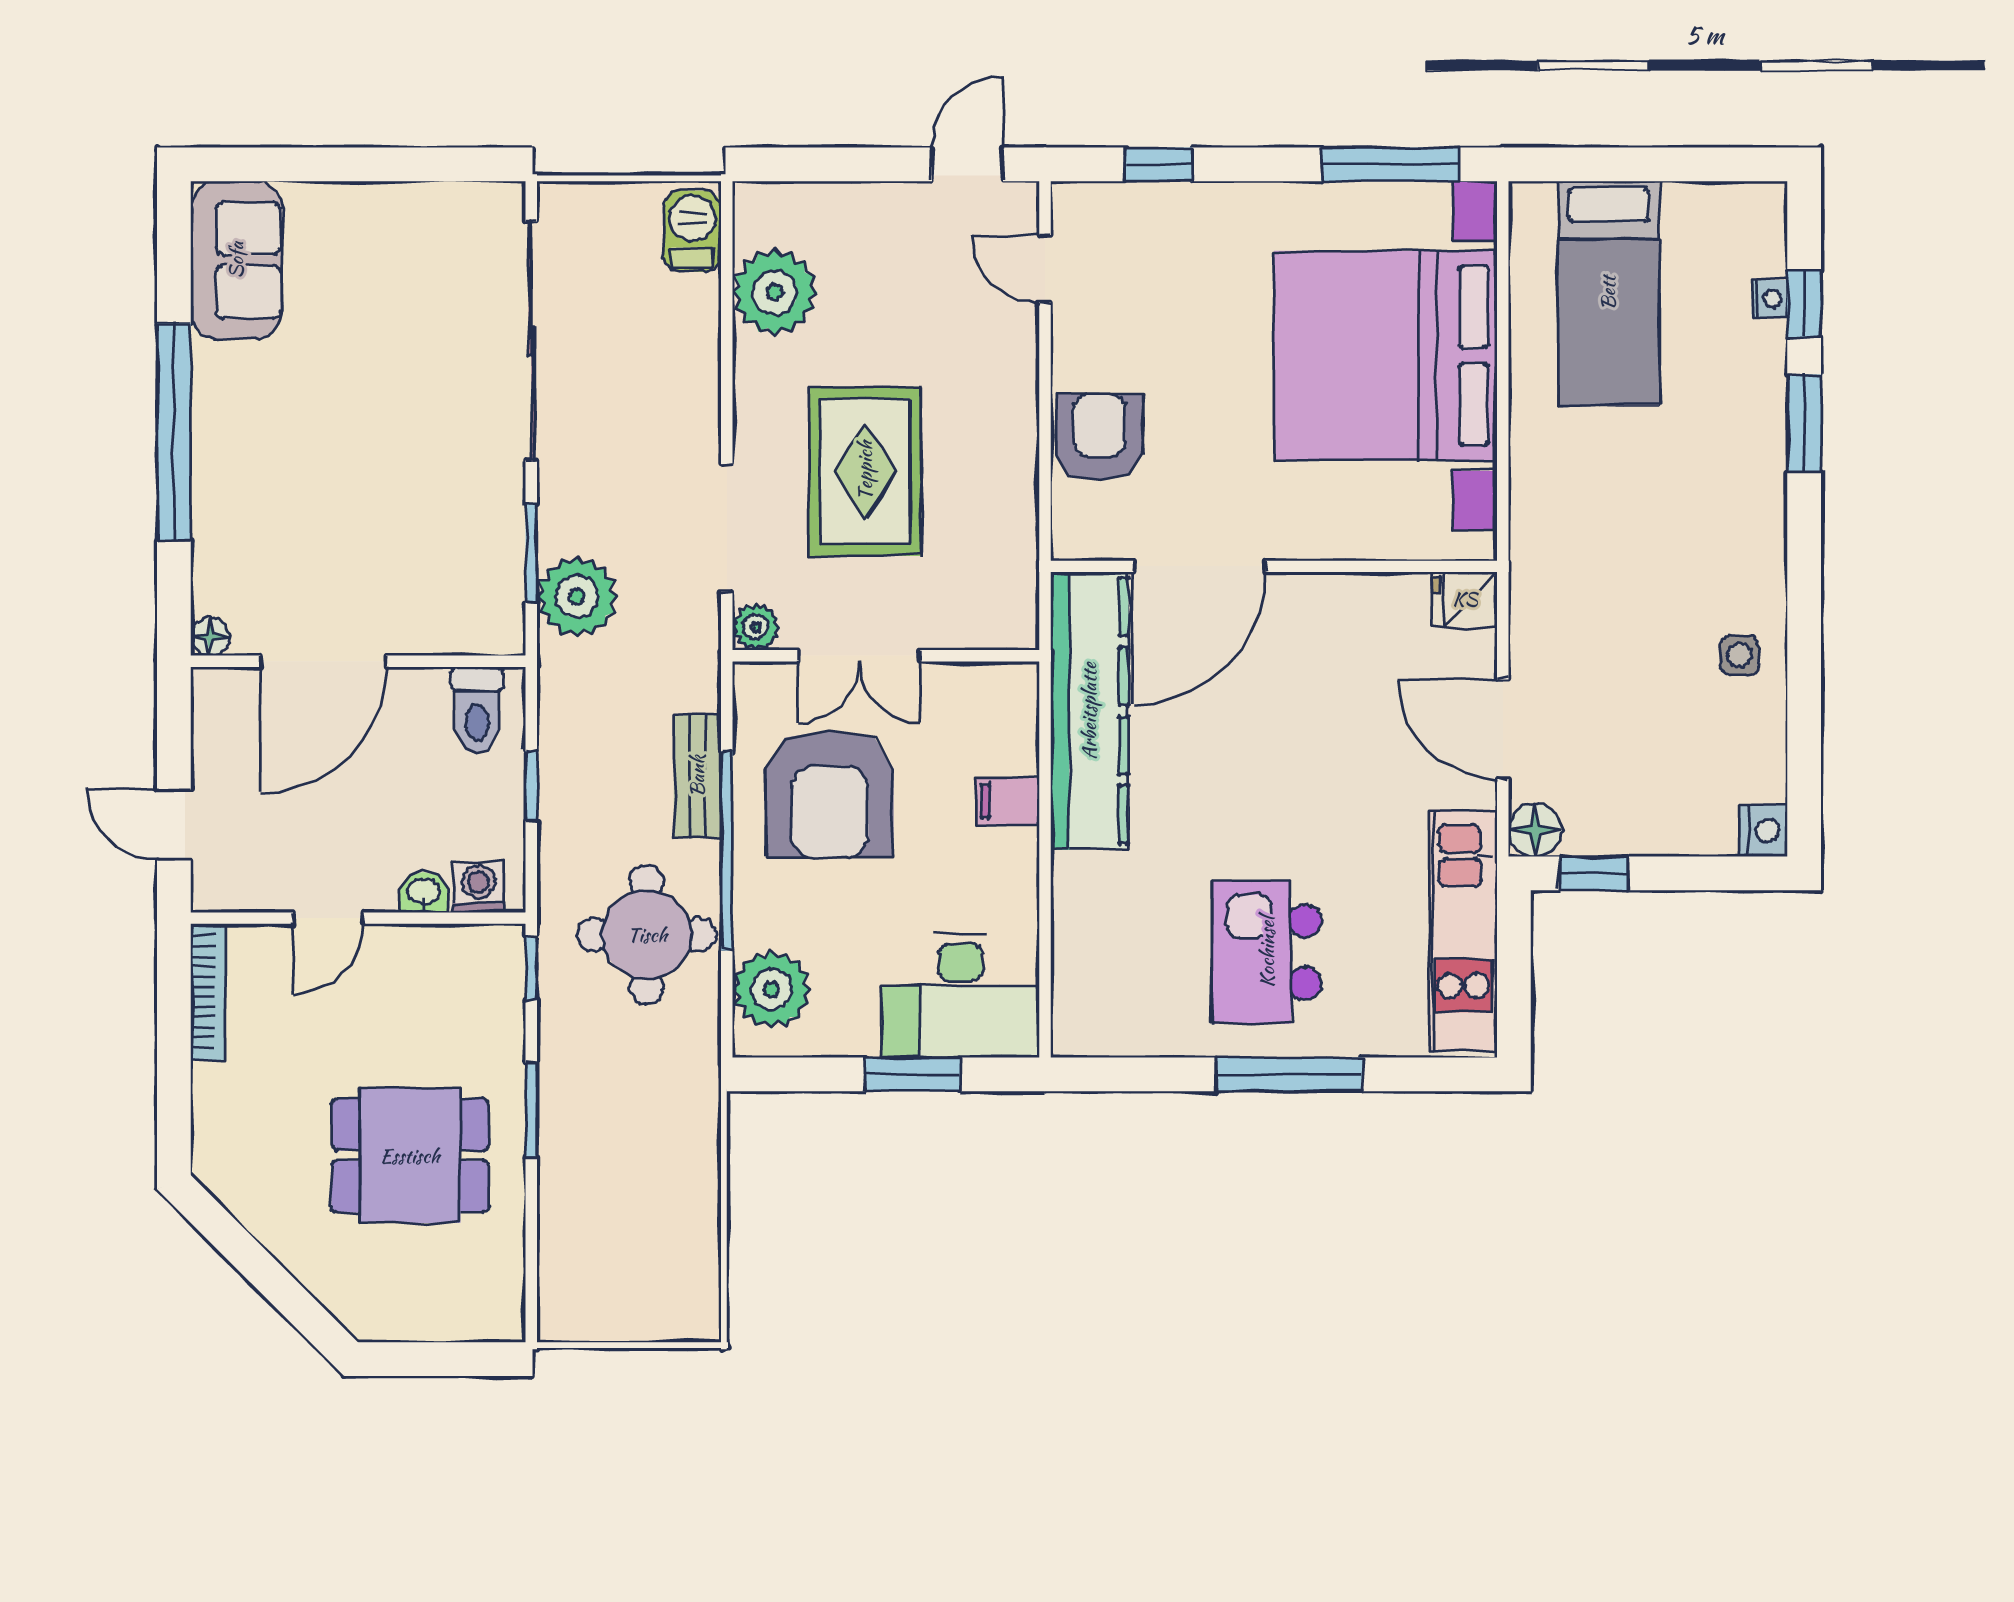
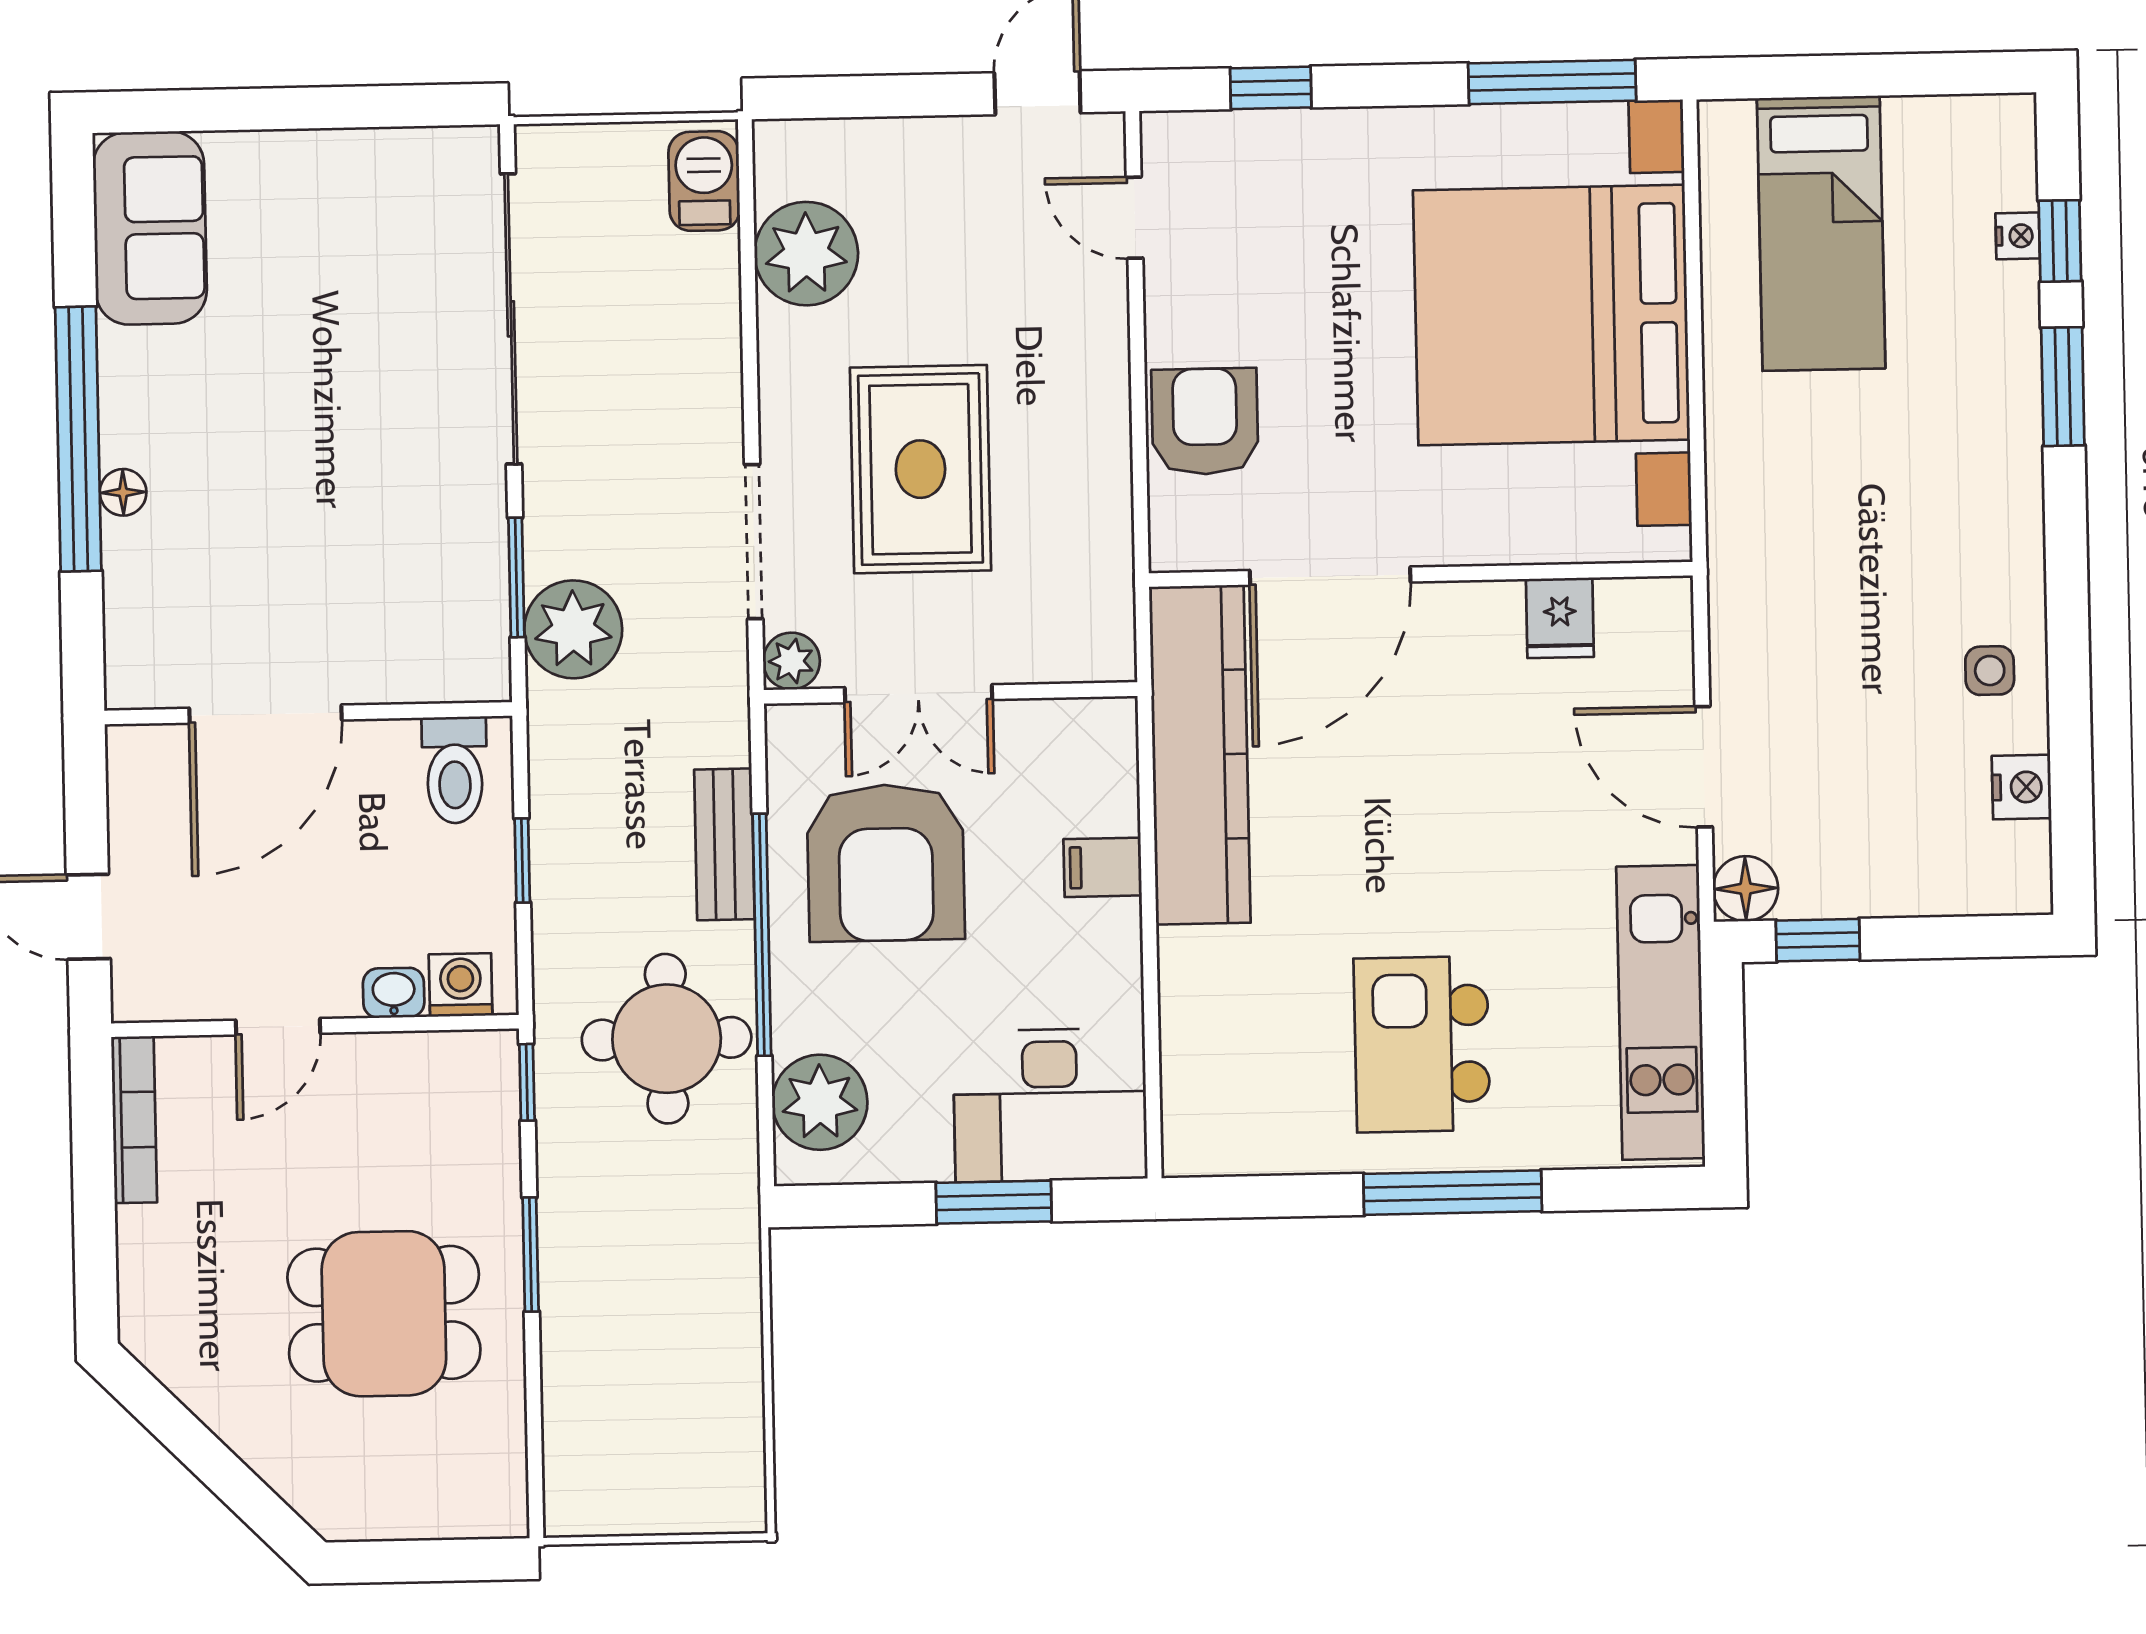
fridge: (1465, 599) -> (1560, 618), moved, turned -90
floor lamp: (210, 637) -> (123, 492), moved
nightstand: (1763, 831) -> (2022, 787), moved

